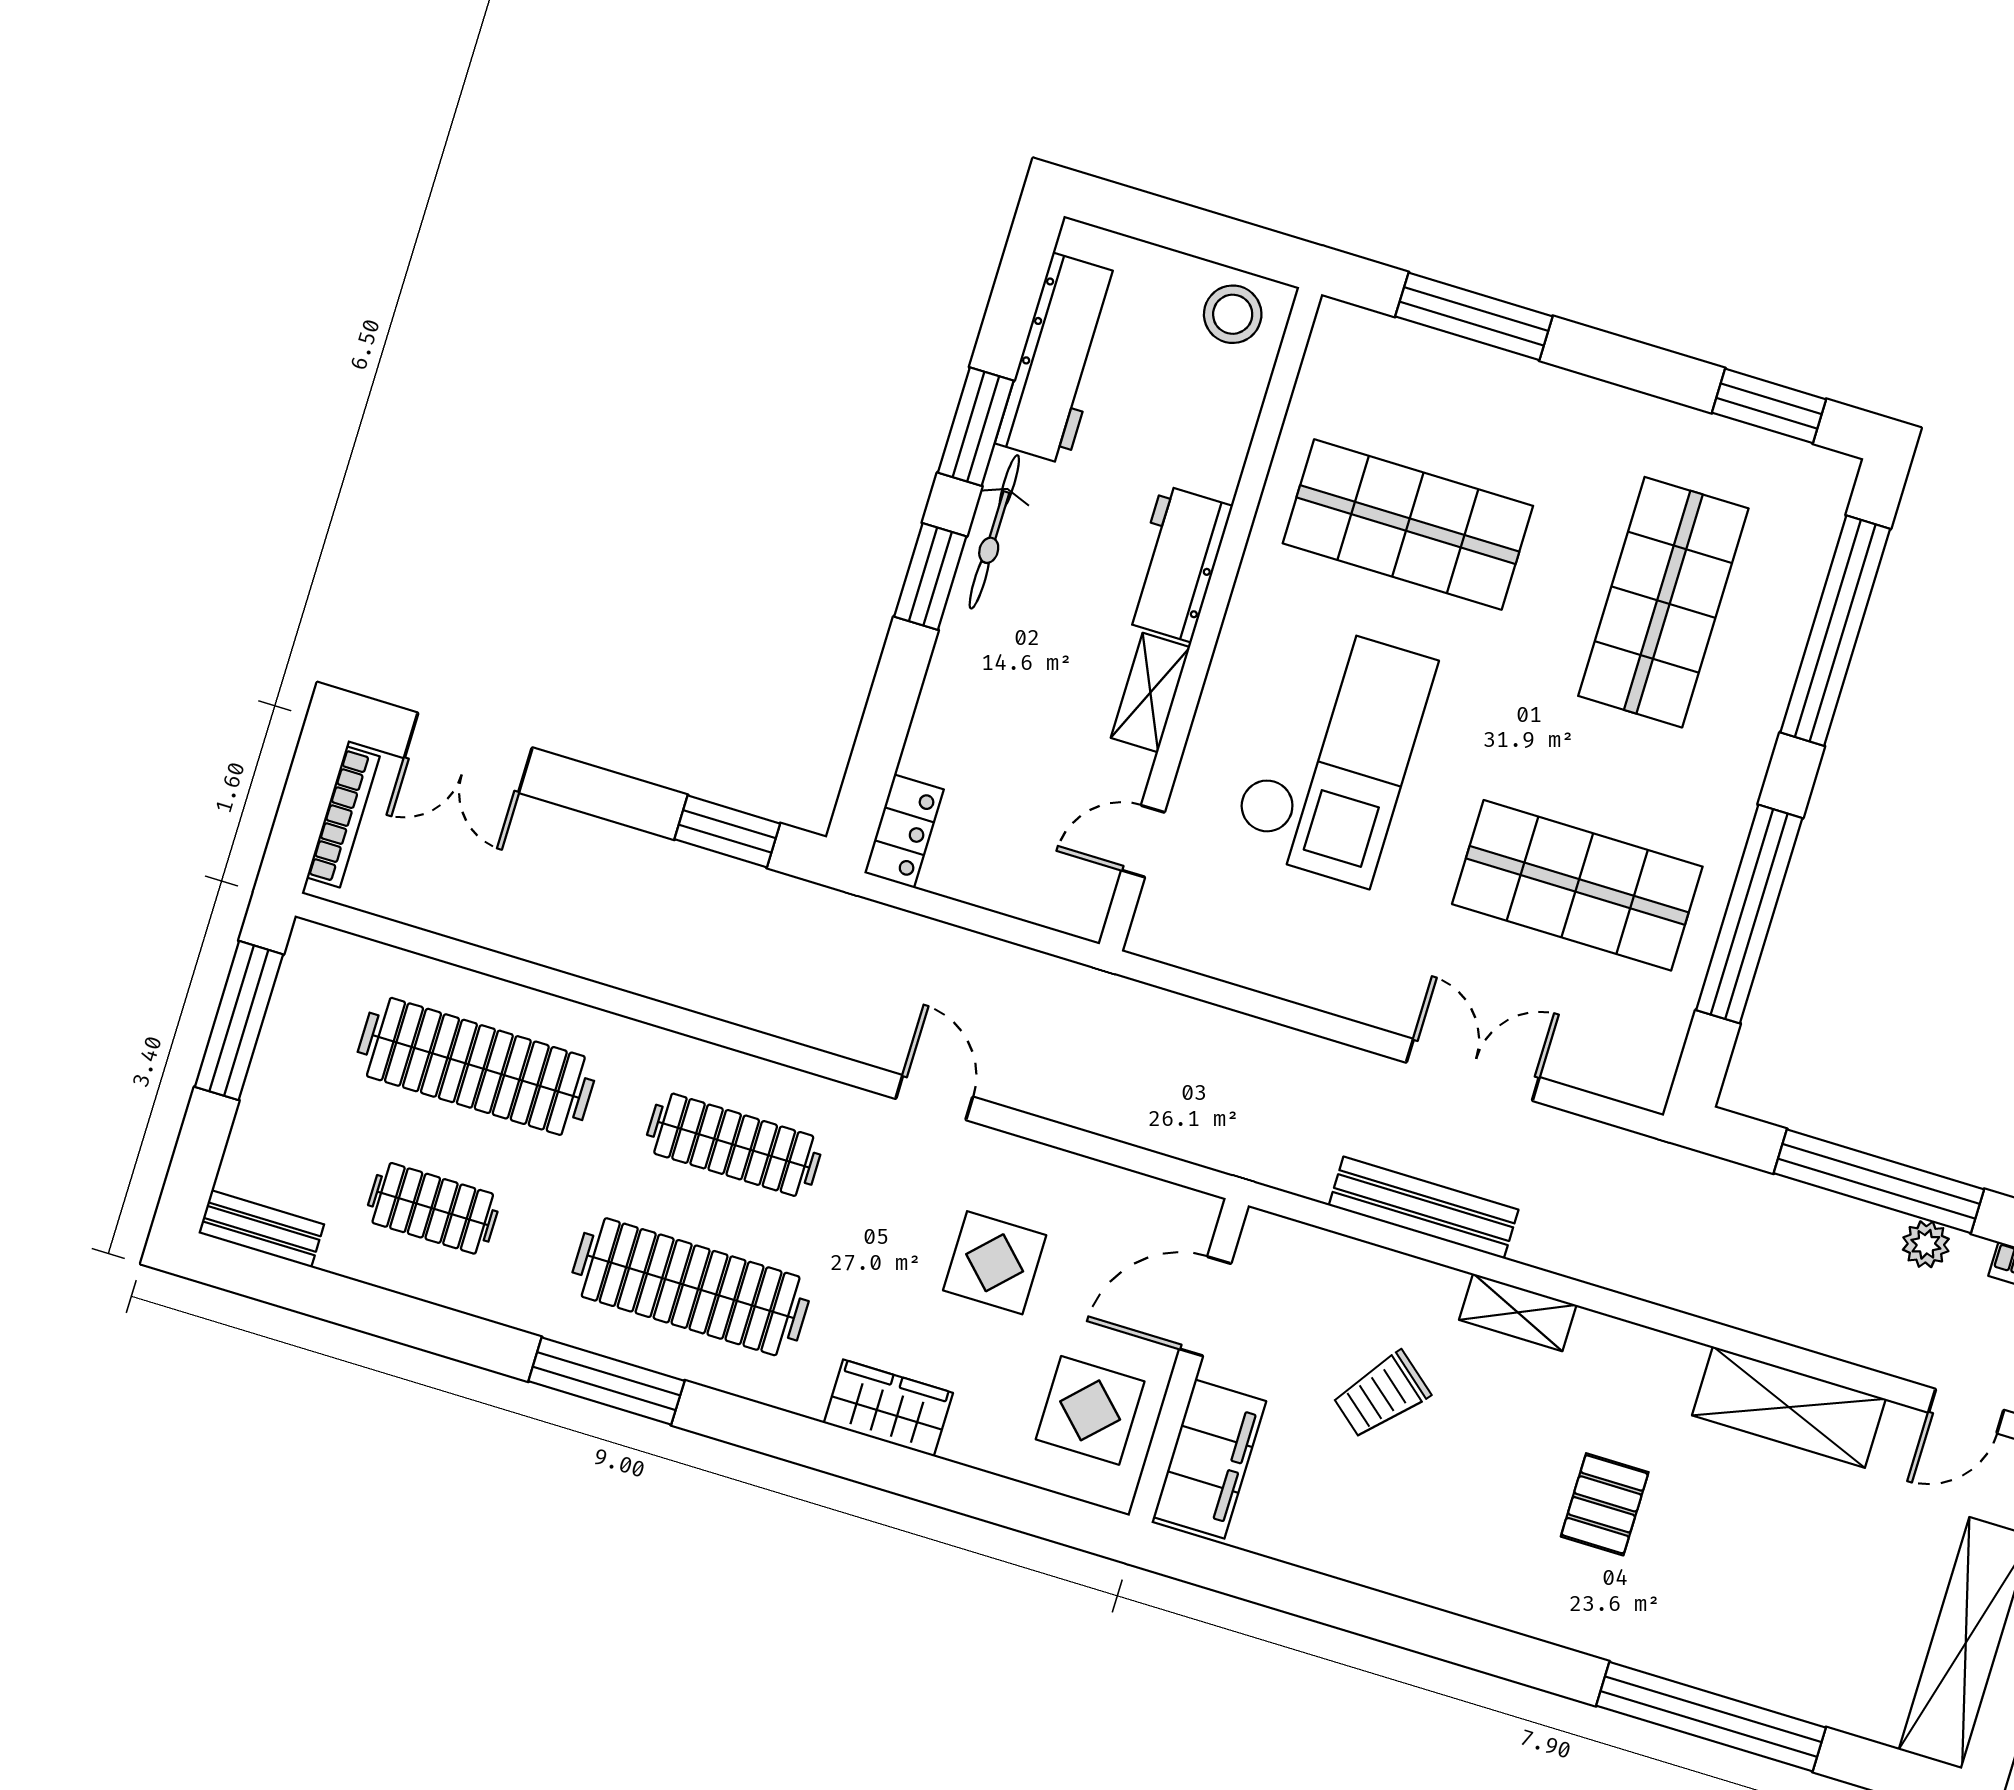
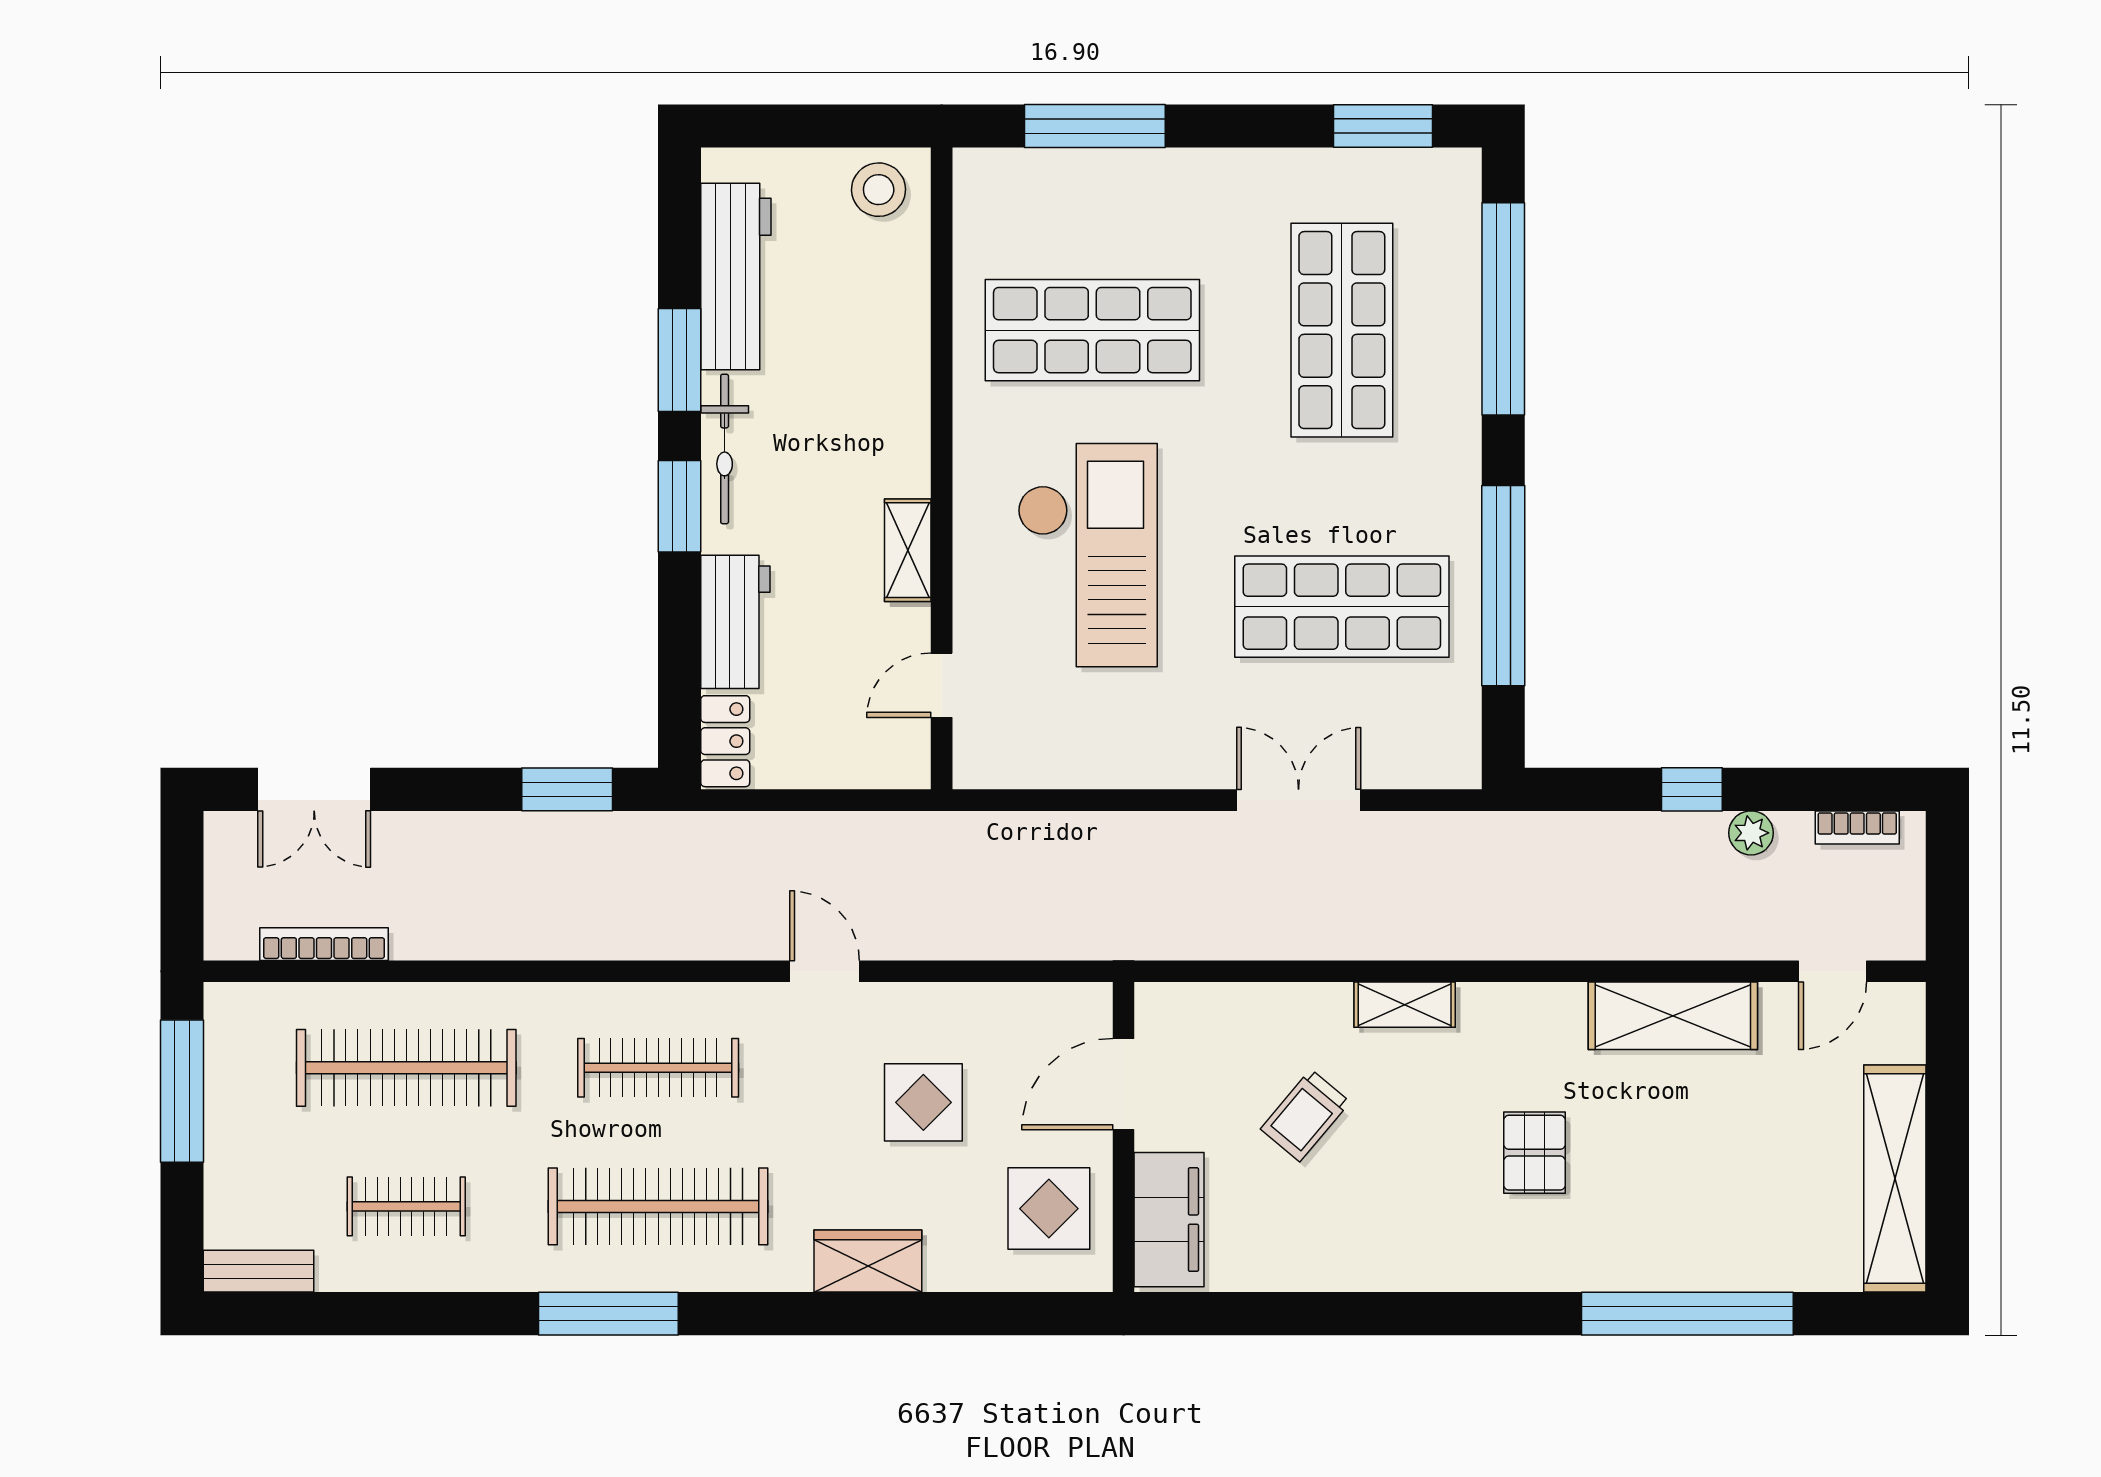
workbench: (1177, 564) -> (735, 622), moved, turned 180
bookcase: (343, 817) -> (324, 944), moved, turned -90
window: (1879, 1181) -> (1692, 789), width x0.32
bench: (1424, 1208) -> (1292, 937), removed

